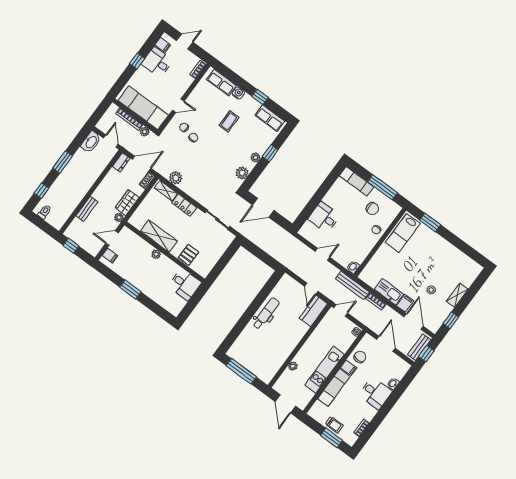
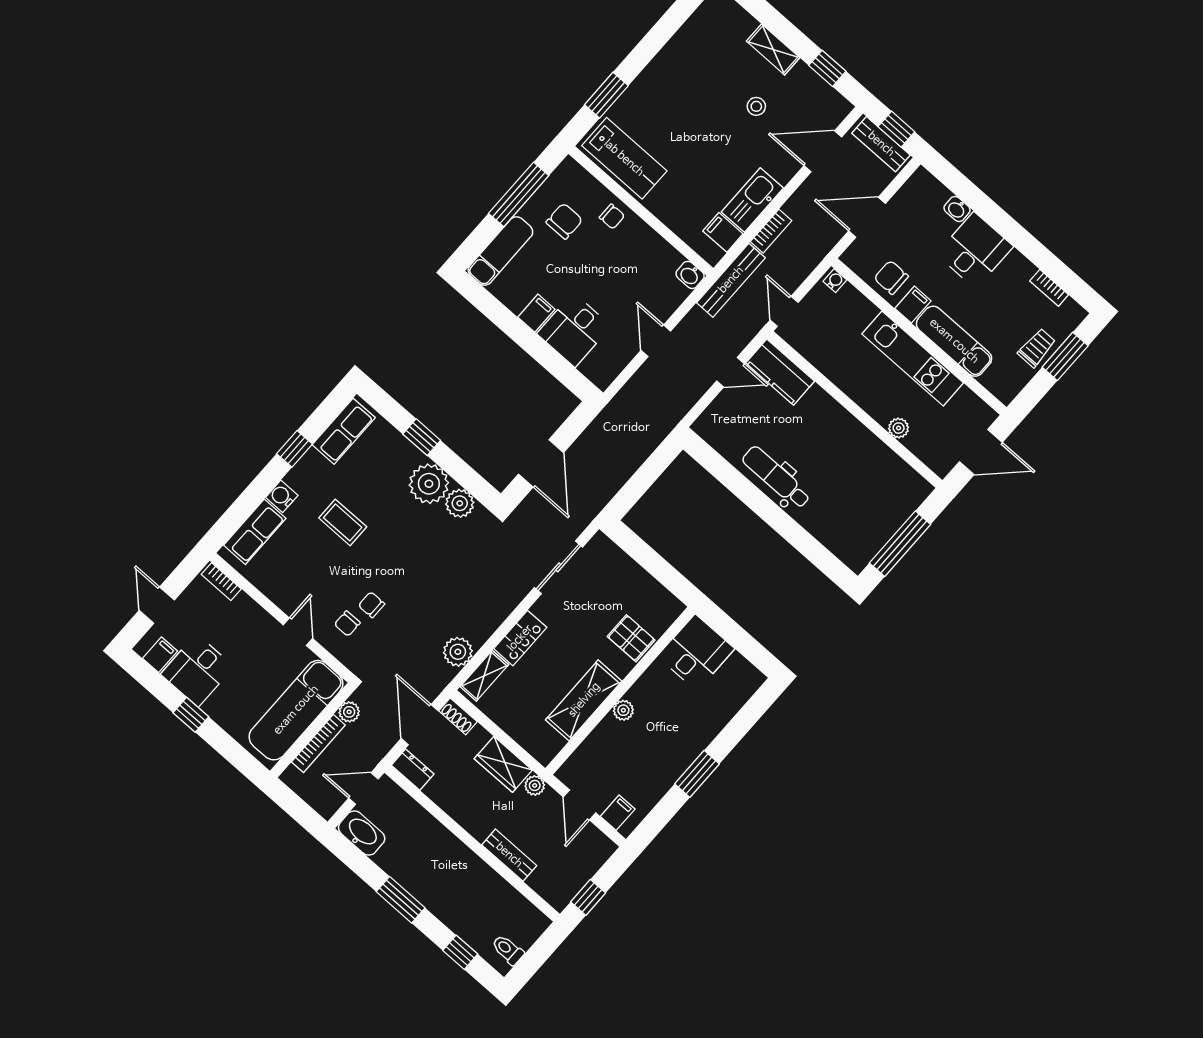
plant: (255, 158) -> (429, 484), width x1.87, depth x1.87
filing cabinet: (330, 200) -> (536, 313), added
filing cabinet: (405, 303) -> (723, 232), moved

